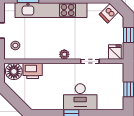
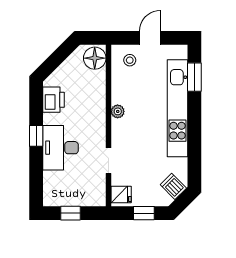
plant: (64, 54) -> (118, 111), moved
printer: (33, 71) -> (53, 100), moved, turned 180

